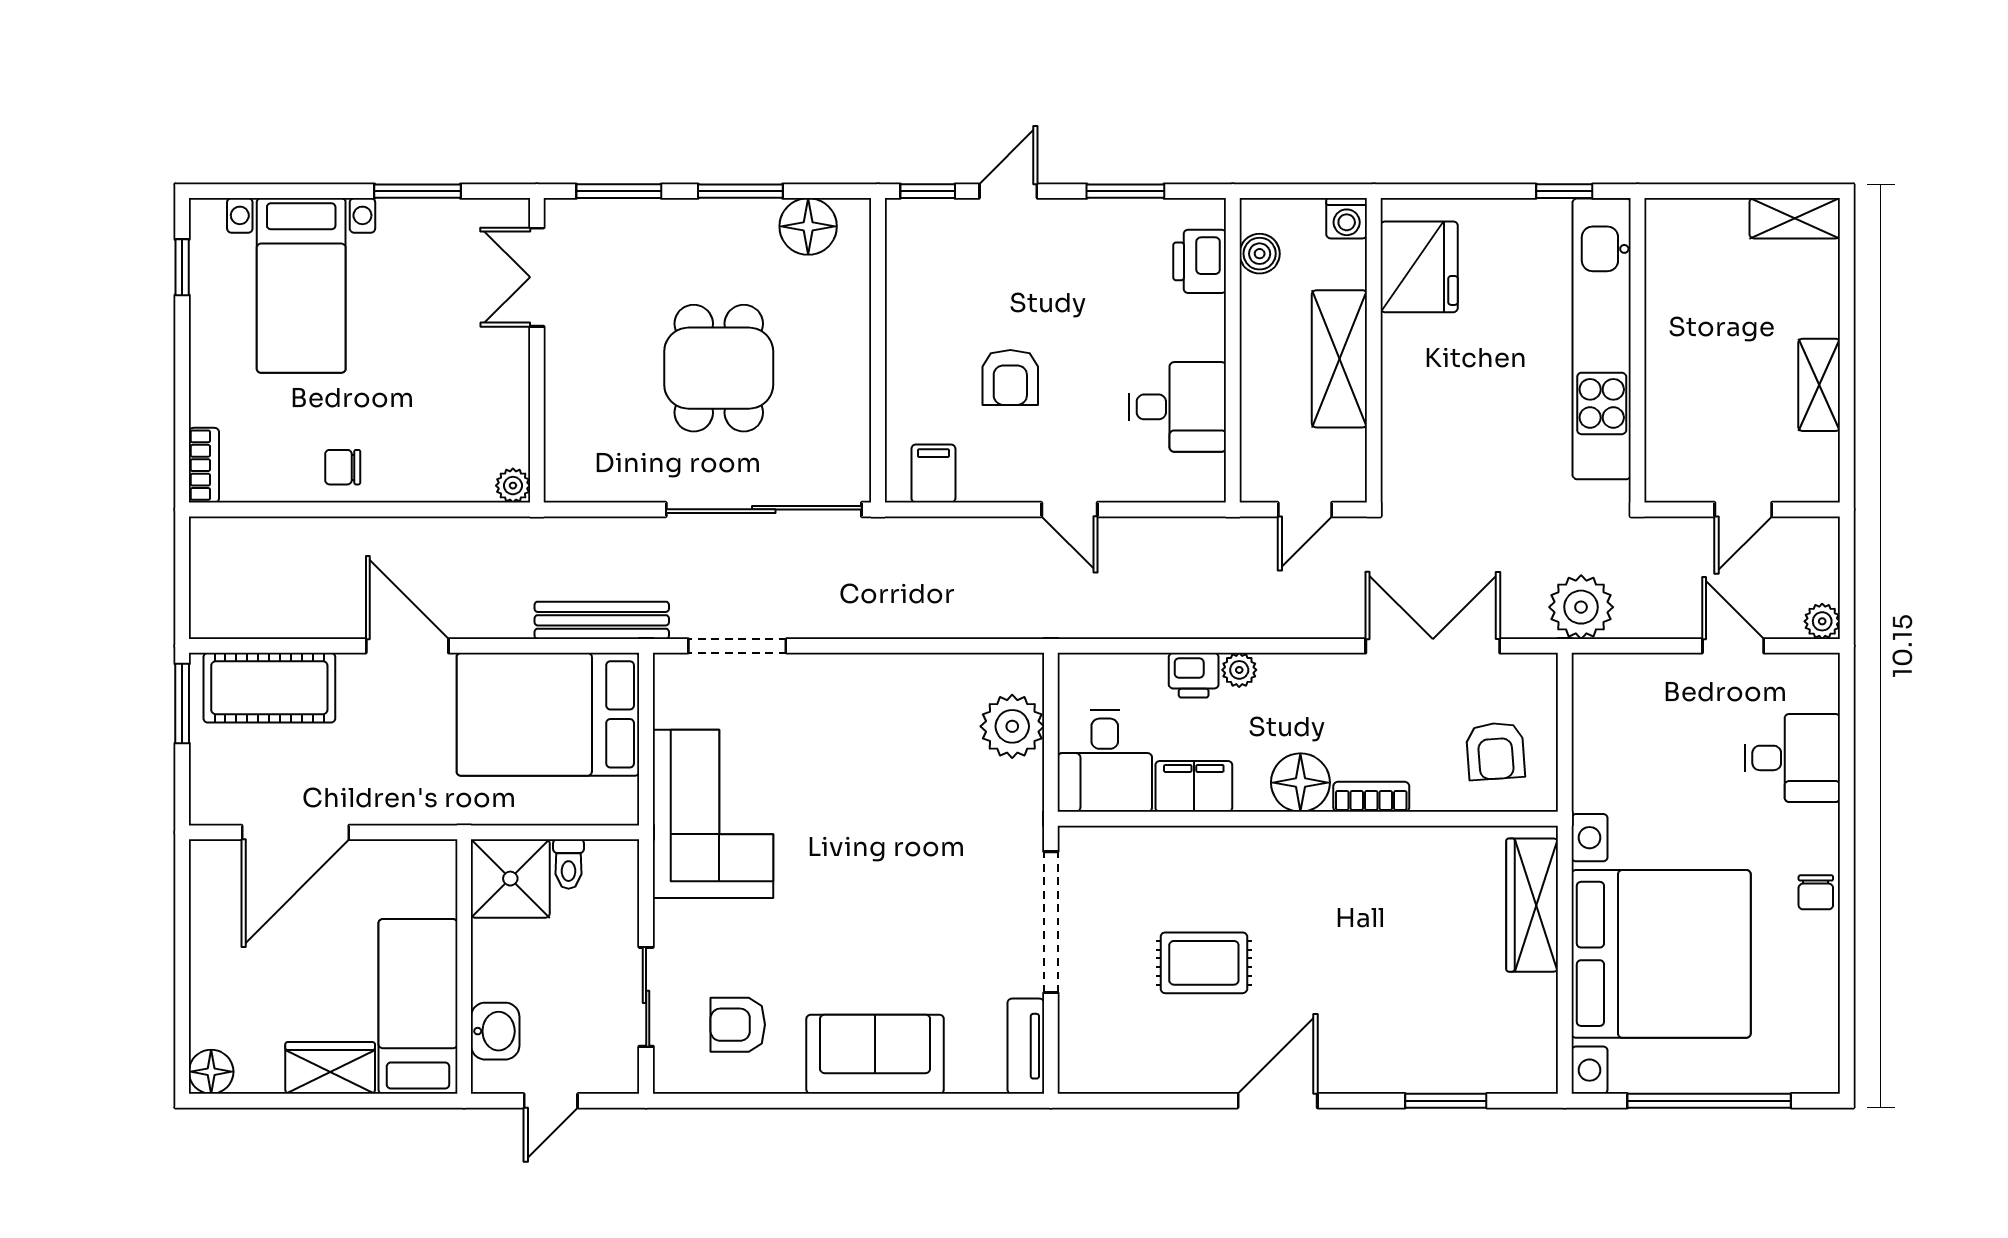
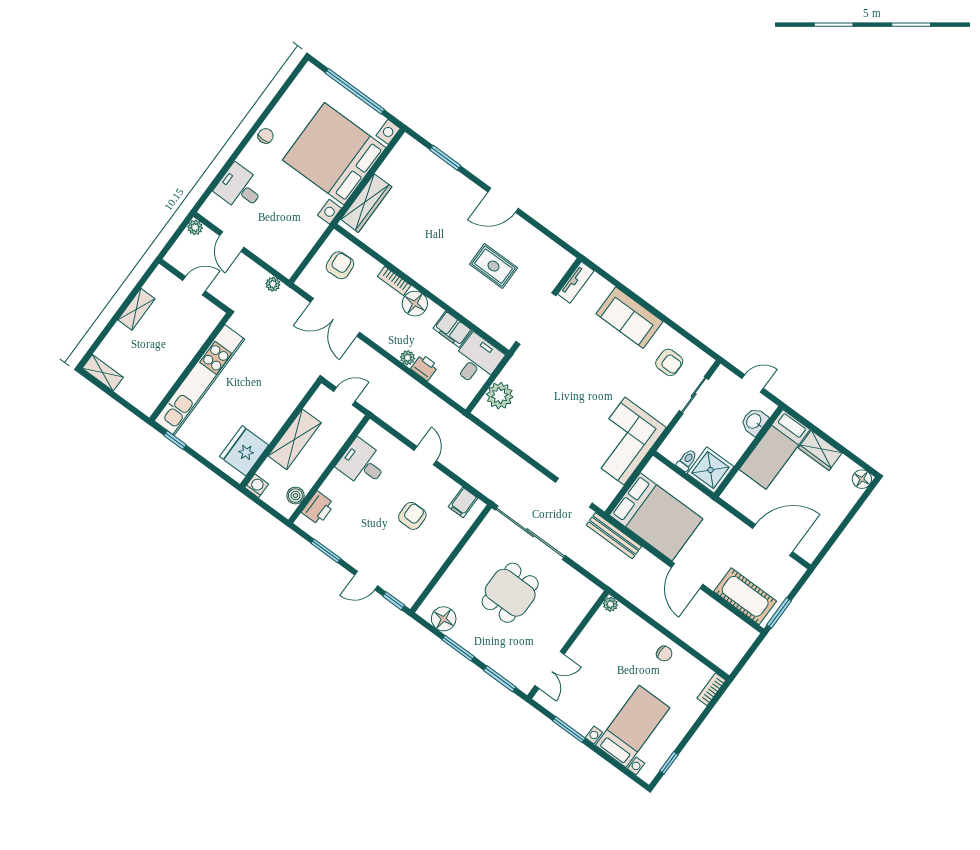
plant: (1581, 607) -> (273, 284), width x0.53, depth x0.53

